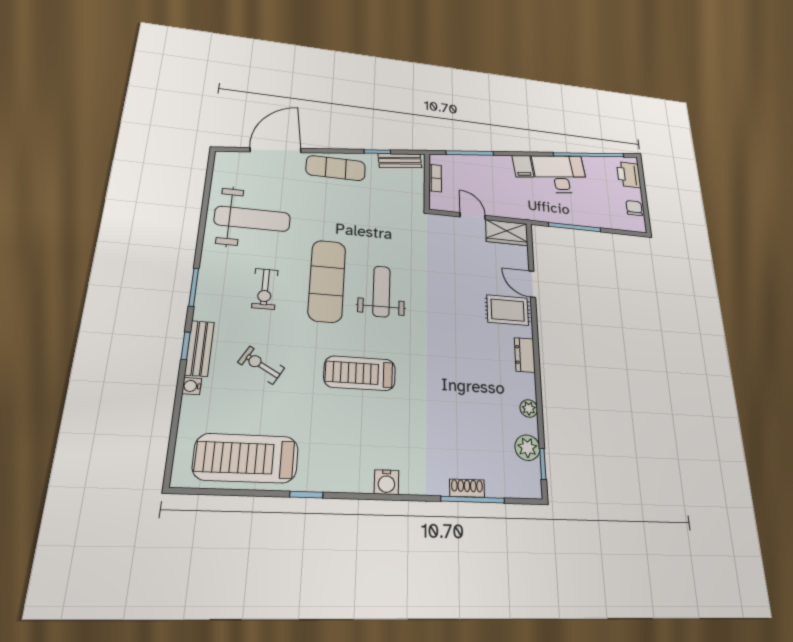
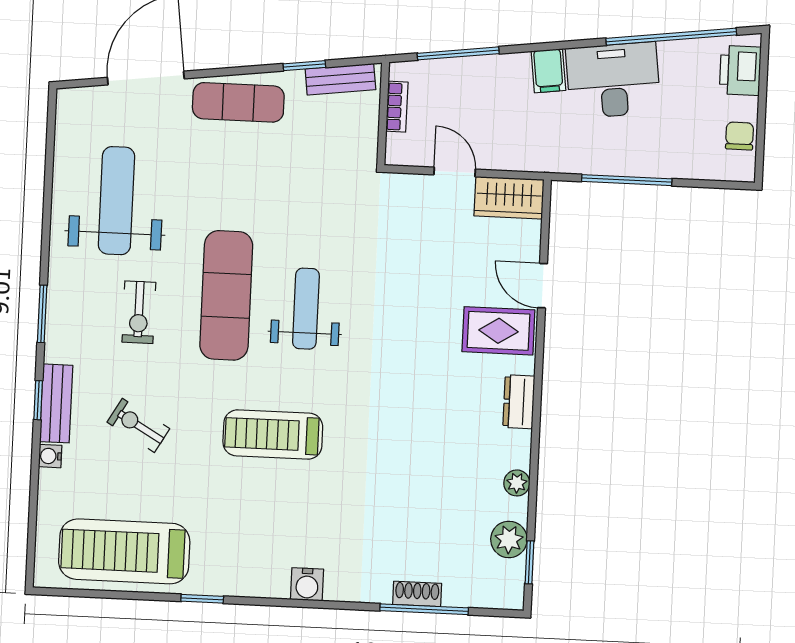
weight bench: (252, 219) -> (116, 201), turned -90

